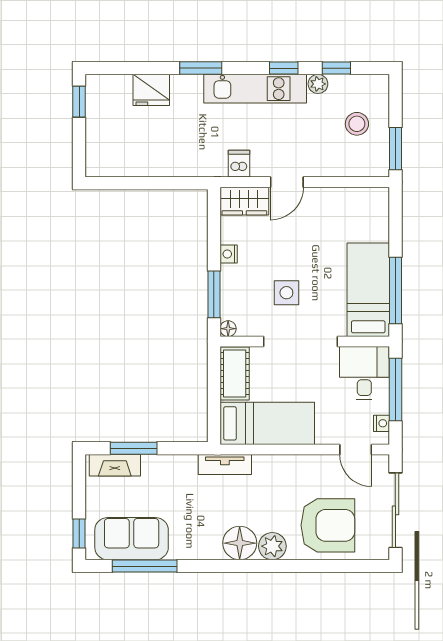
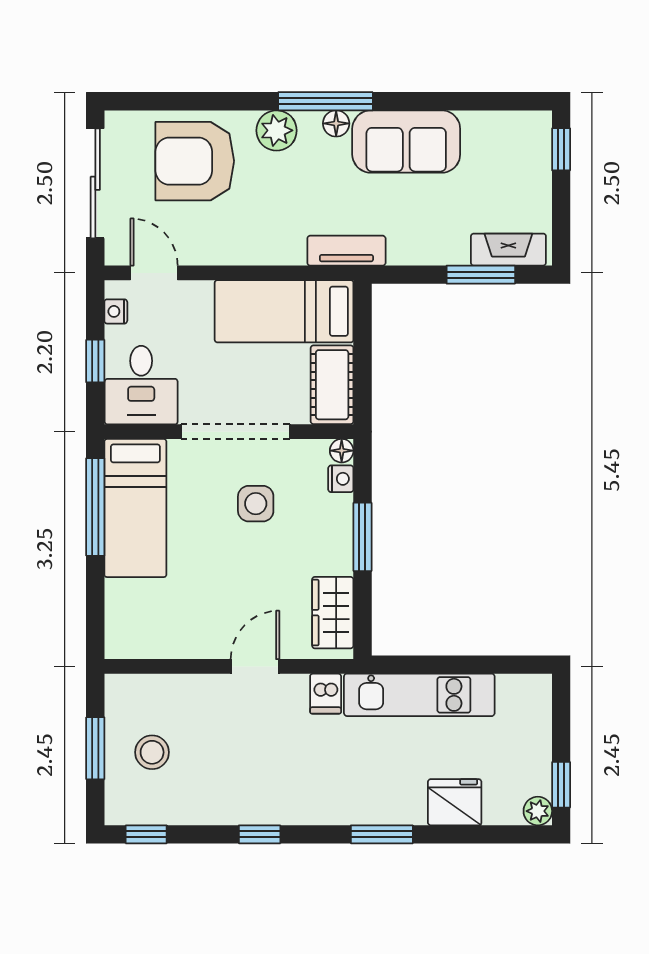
window: (336, 68) -> (146, 834), moved
plant: (318, 84) -> (538, 811), moved
kitchen unit: (255, 89) -> (419, 695), moved, turned 180
window: (395, 149) -> (95, 748), moved
wardrobe: (244, 201) -> (333, 613), moved, turned -90
nightstand: (229, 254) -> (341, 479), moved
window: (214, 294) -> (362, 537), moved
window: (395, 390) -> (95, 361), width x0.46
sofa: (132, 539) -> (406, 142), moved
floor lamp: (240, 543) -> (336, 123), width x0.53, depth x0.53
window: (145, 566) -> (325, 101), moved

